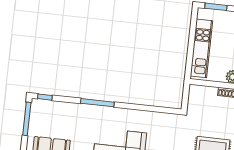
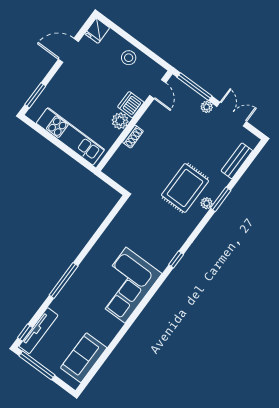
tv unit: (52, 106) -> (38, 331), added

